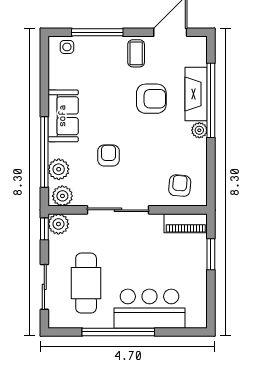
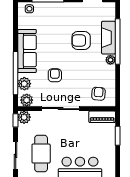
coffee table: (136, 53) -> (72, 13), removed
armchair: (151, 99) -> (81, 41), turned 180
sofa: (63, 116) -> (27, 51), width x1.36

